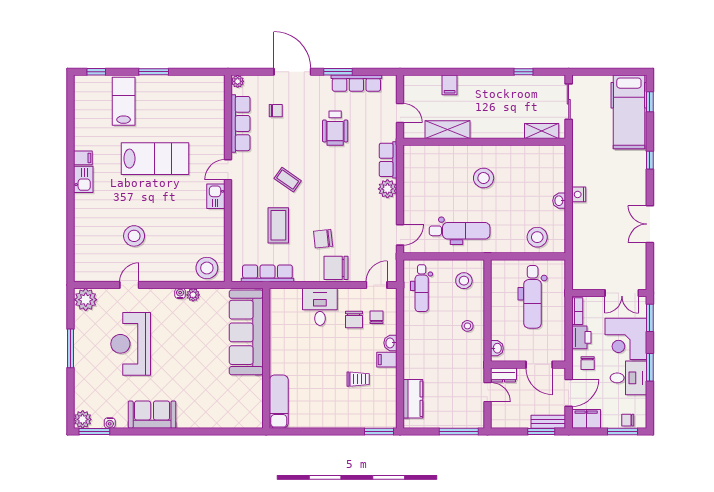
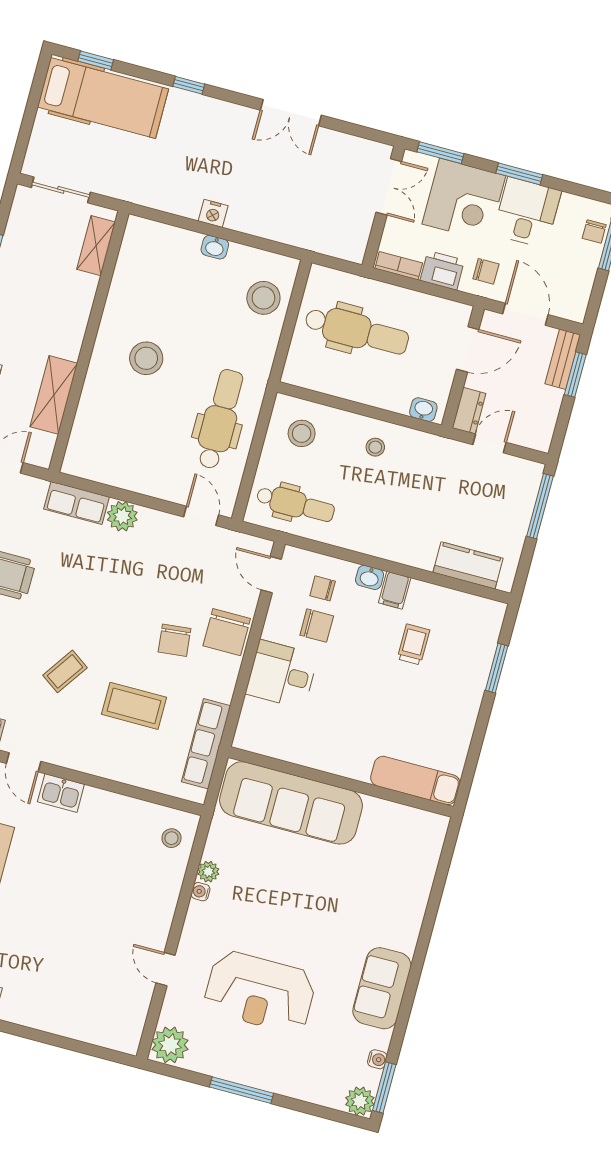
stool: (134, 236) -> (89, 940), removed
stool: (207, 268) -> (171, 838), width x0.53, depth x0.53
filing cabinet: (586, 419) -> (574, 298), removed
window: (379, 431) -> (497, 668), moved

